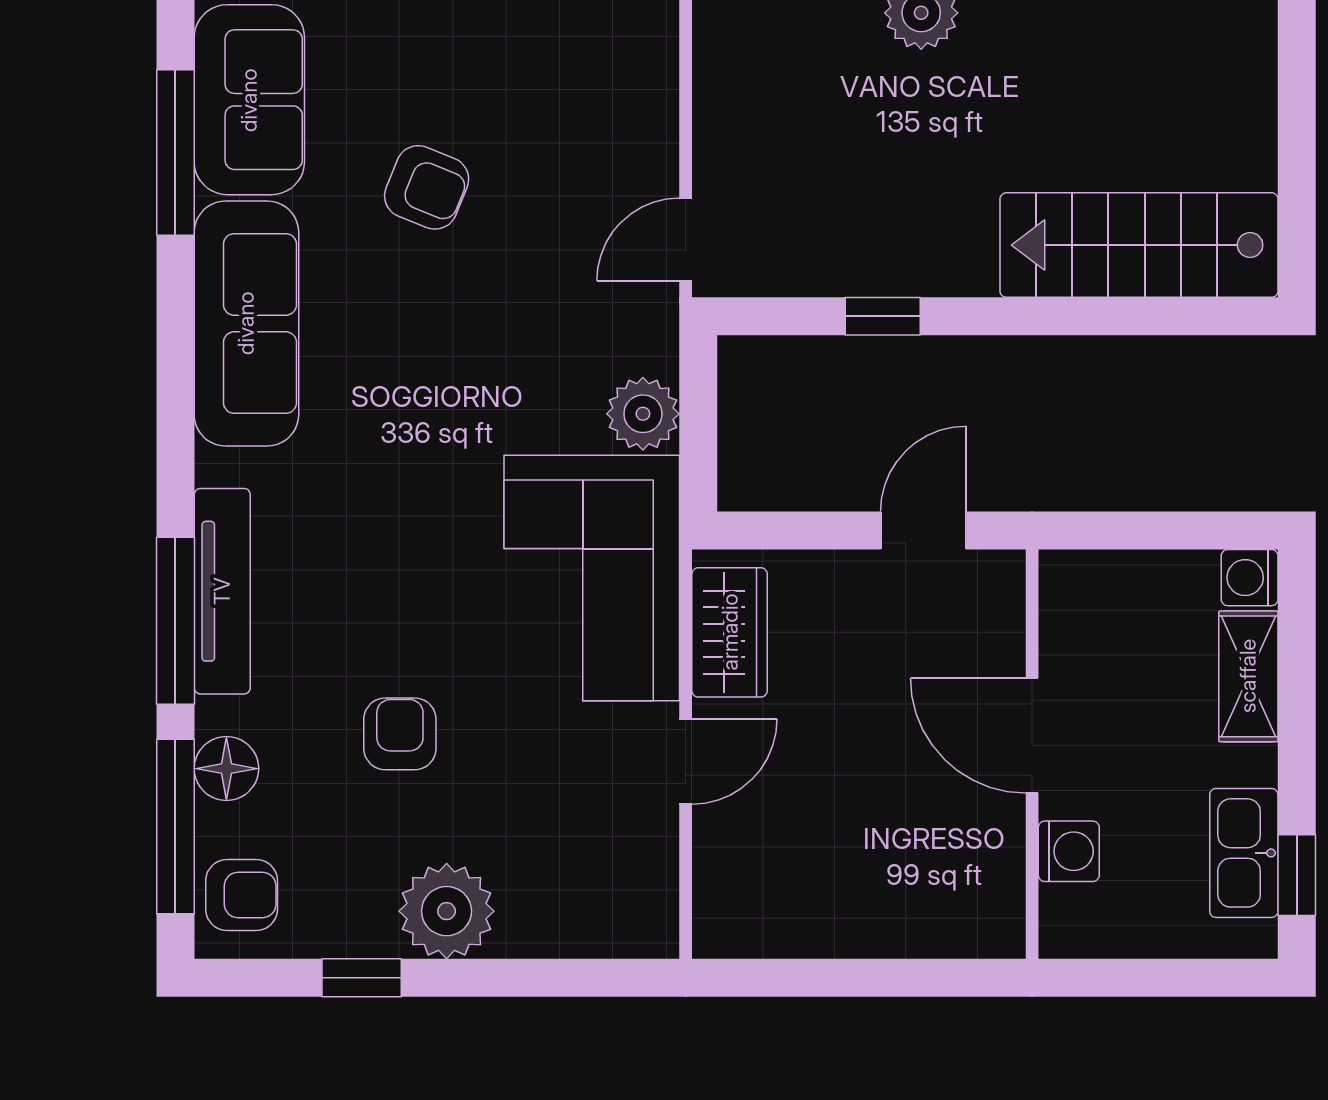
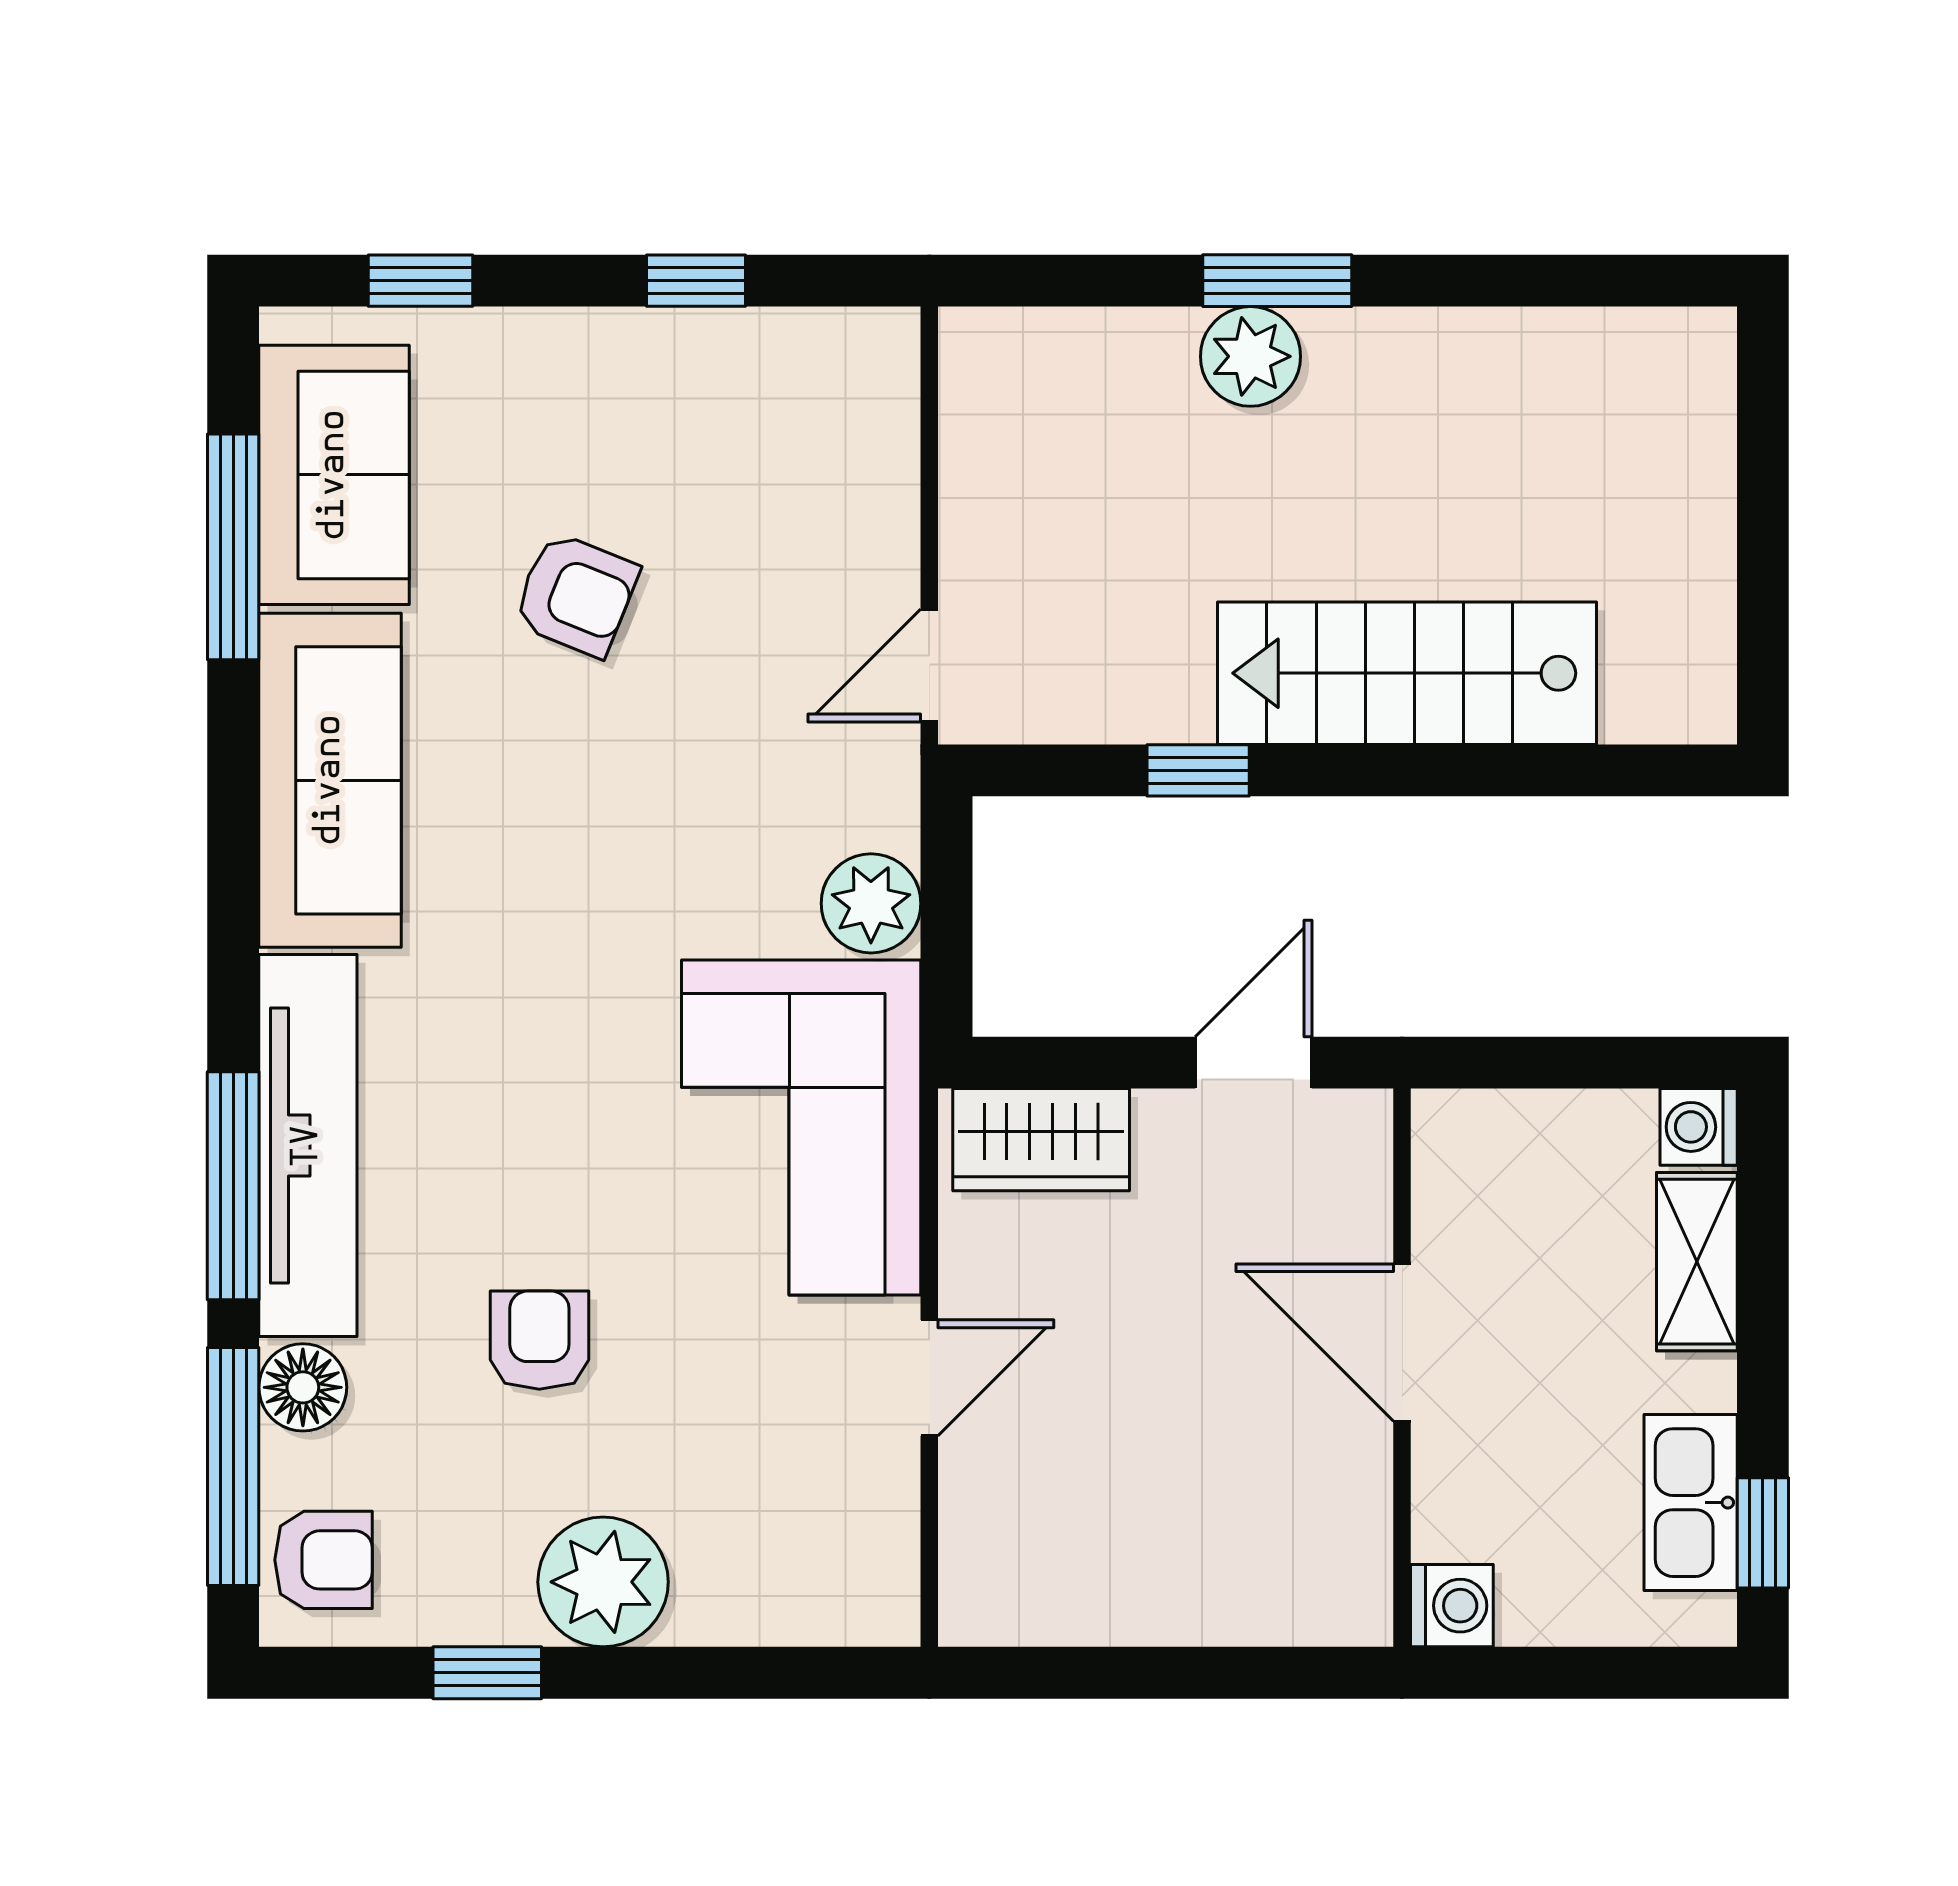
stairs: (1139, 245) -> (1407, 673), moved
tv unit: (222, 591) -> (308, 1146), width x1.36, depth x1.29
wardrobe: (730, 632) -> (1041, 1140), moved, turned 90
washing machine: (1069, 851) -> (1452, 1606), moved

